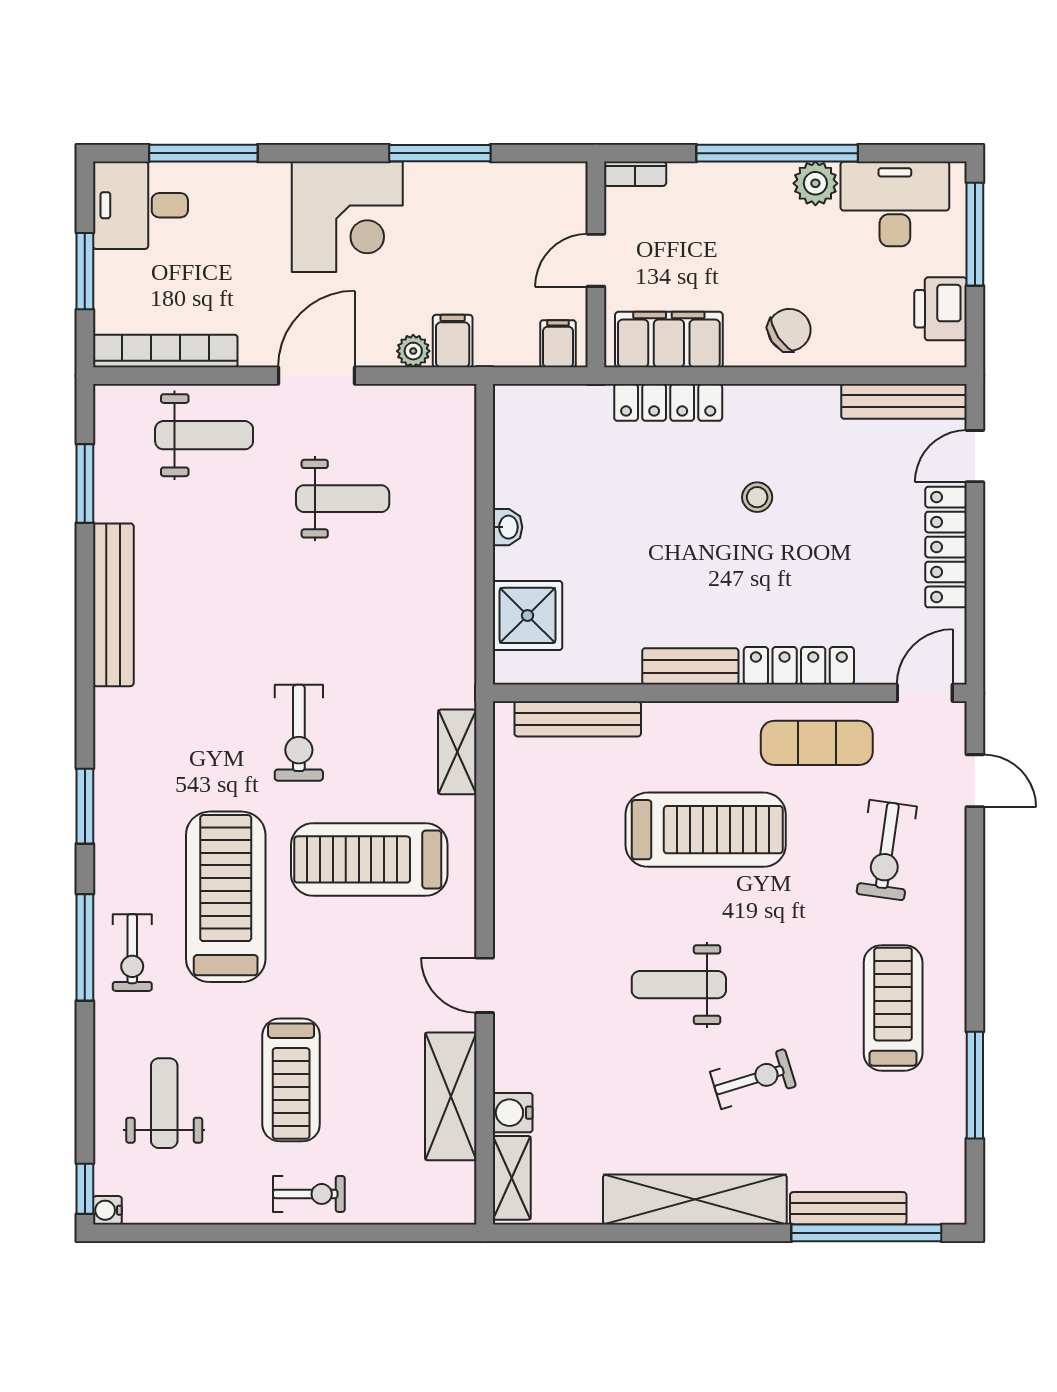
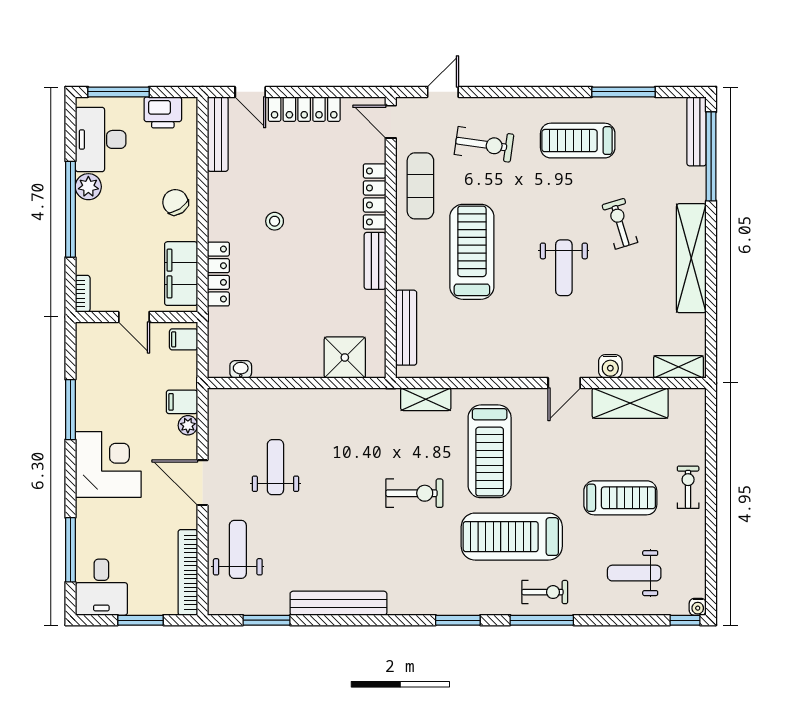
washbasin: (508, 527) -> (241, 369), moved
water cooler: (513, 1113) -> (610, 366), moved
bench: (848, 1208) -> (697, 131), moved

